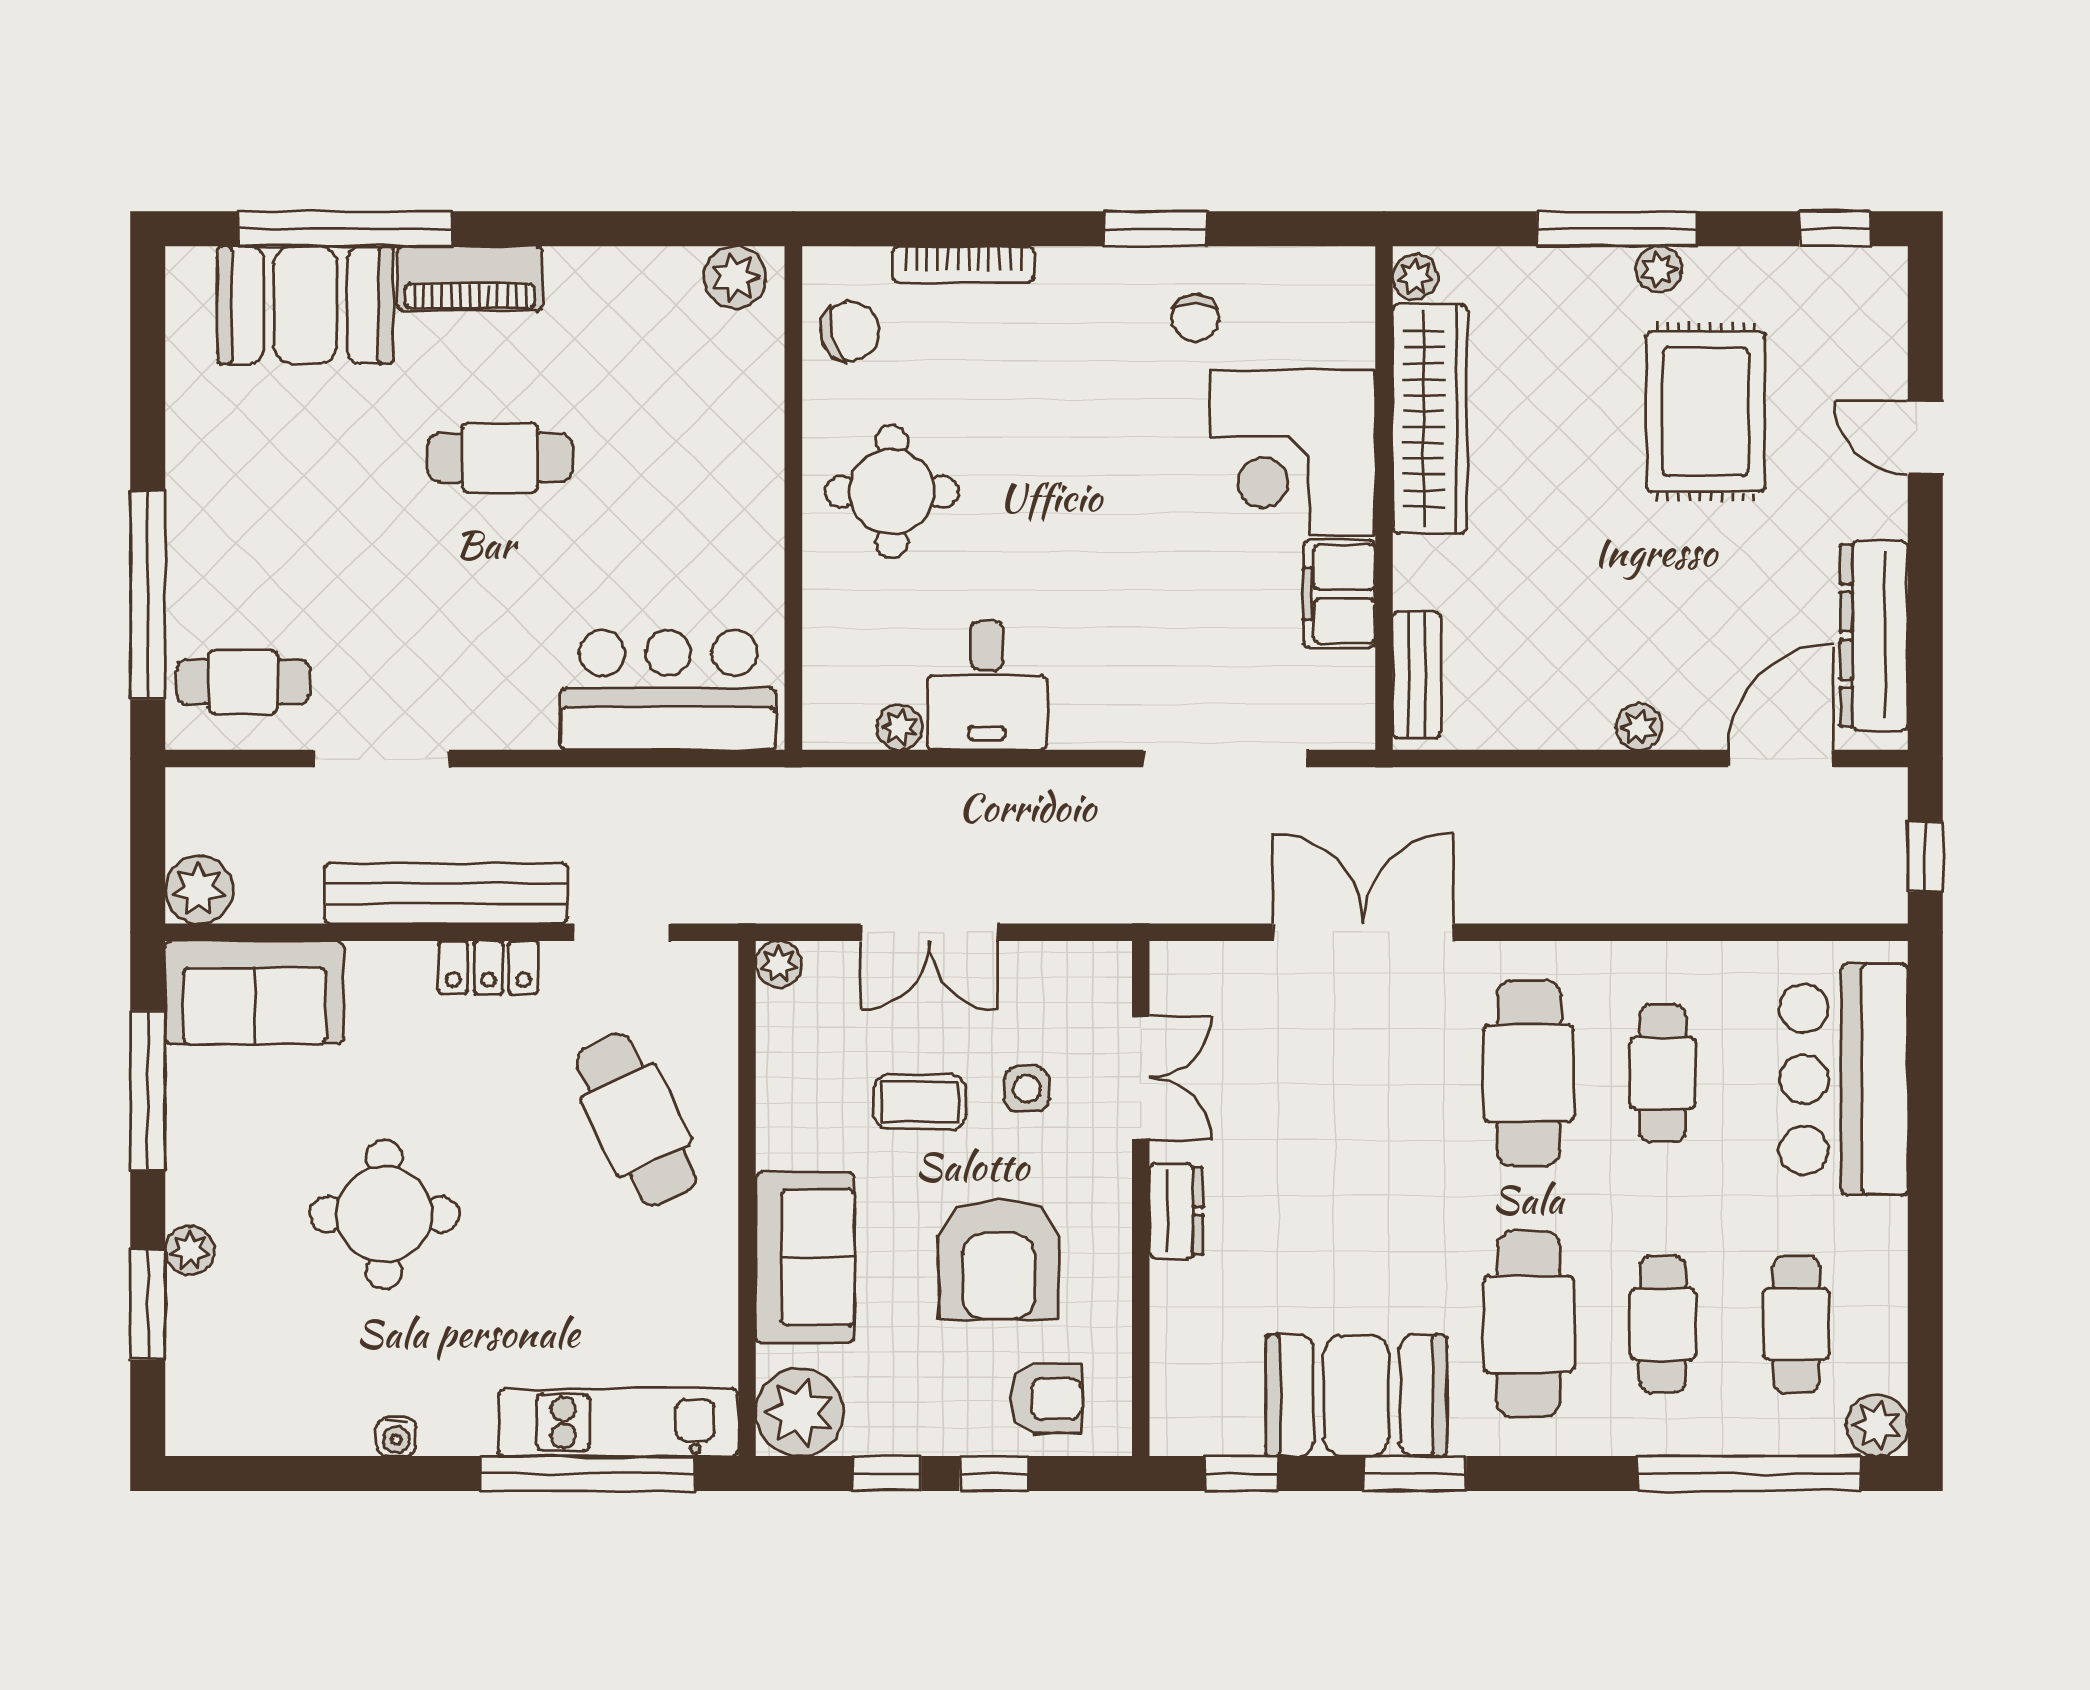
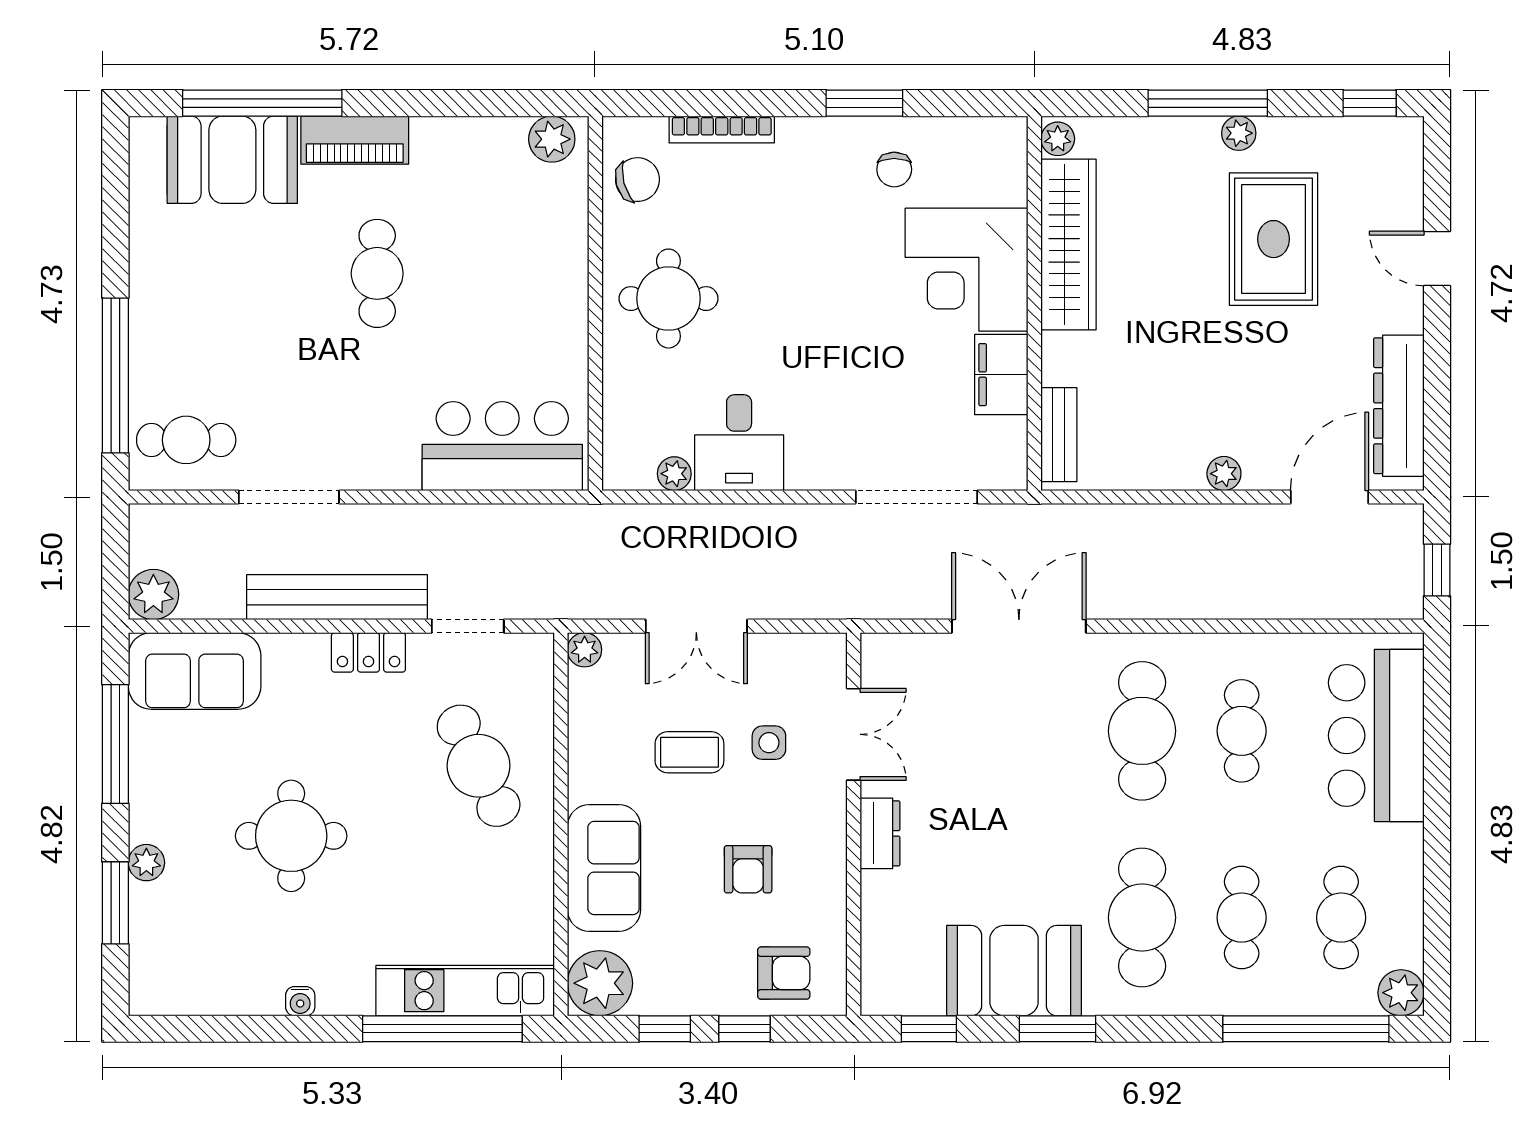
cafe table: (500, 458) -> (377, 273), turned 90
armchair: (999, 1259) -> (748, 869), width x0.53, depth x0.53

